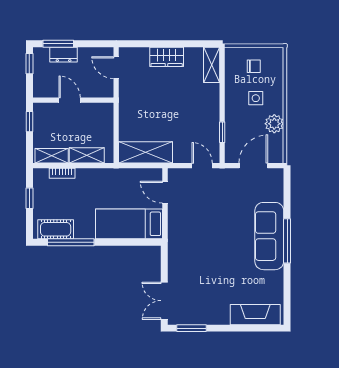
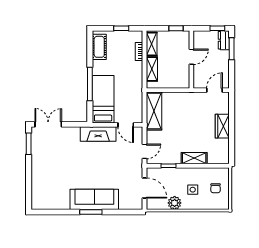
dresser: (64, 55) -> (224, 40), moved
shelving: (212, 65) -> (194, 158), moved
door: (165, 192) -> (126, 125), swing flipped
window: (287, 241) -> (91, 212), width x0.69
window: (71, 242) -> (90, 84), moved
fireplace: (255, 315) -> (98, 134), moved, turned 90

